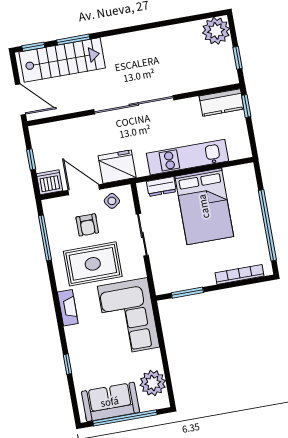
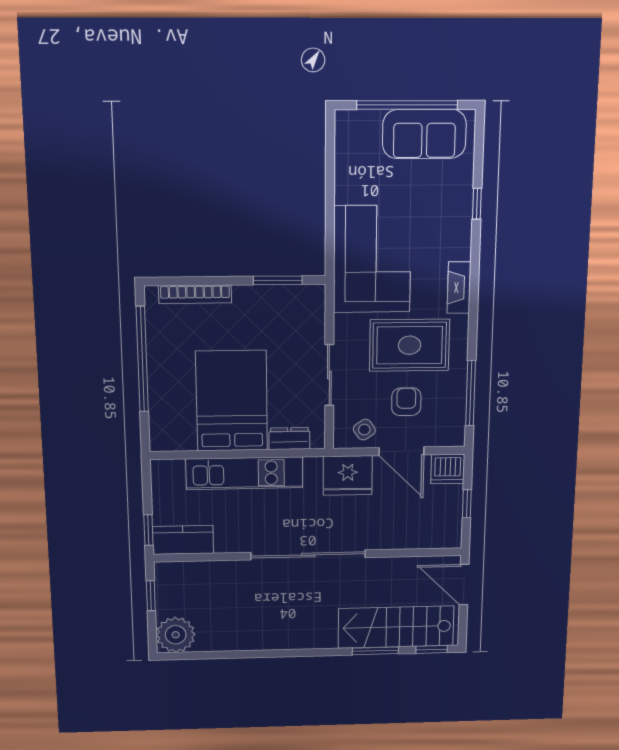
plant: (153, 383) -> (354, 152), removed

